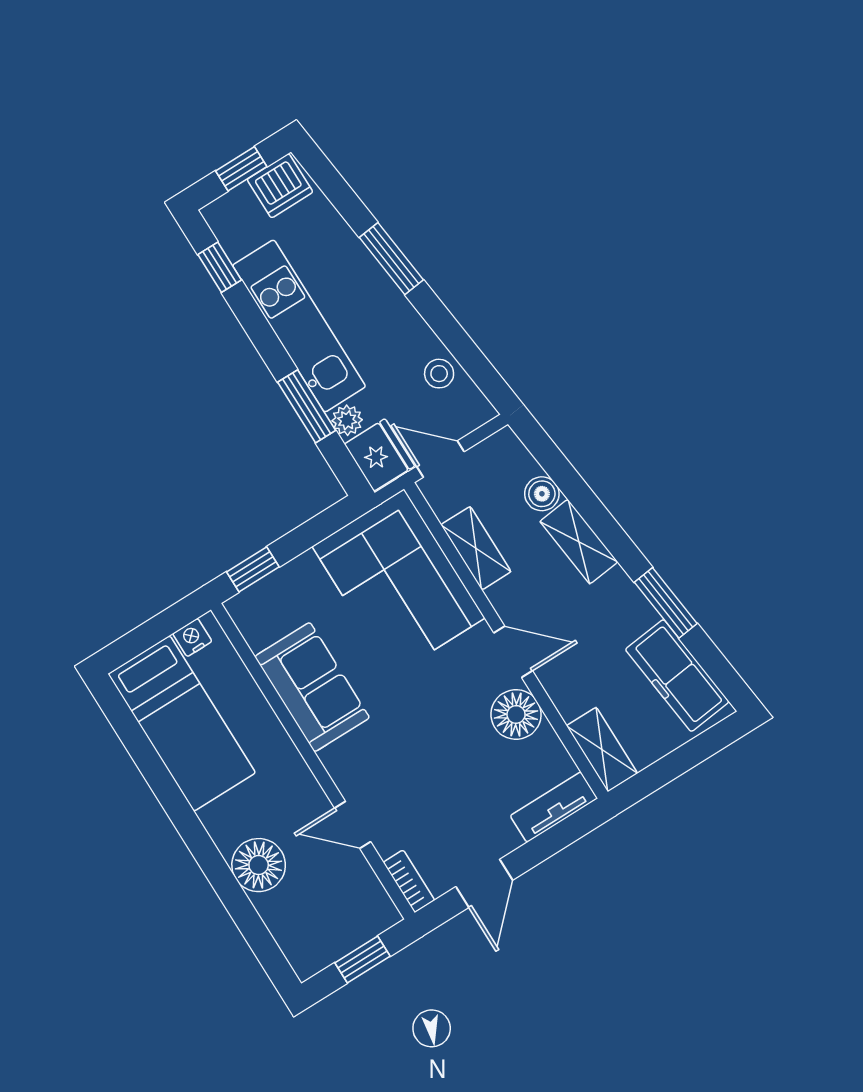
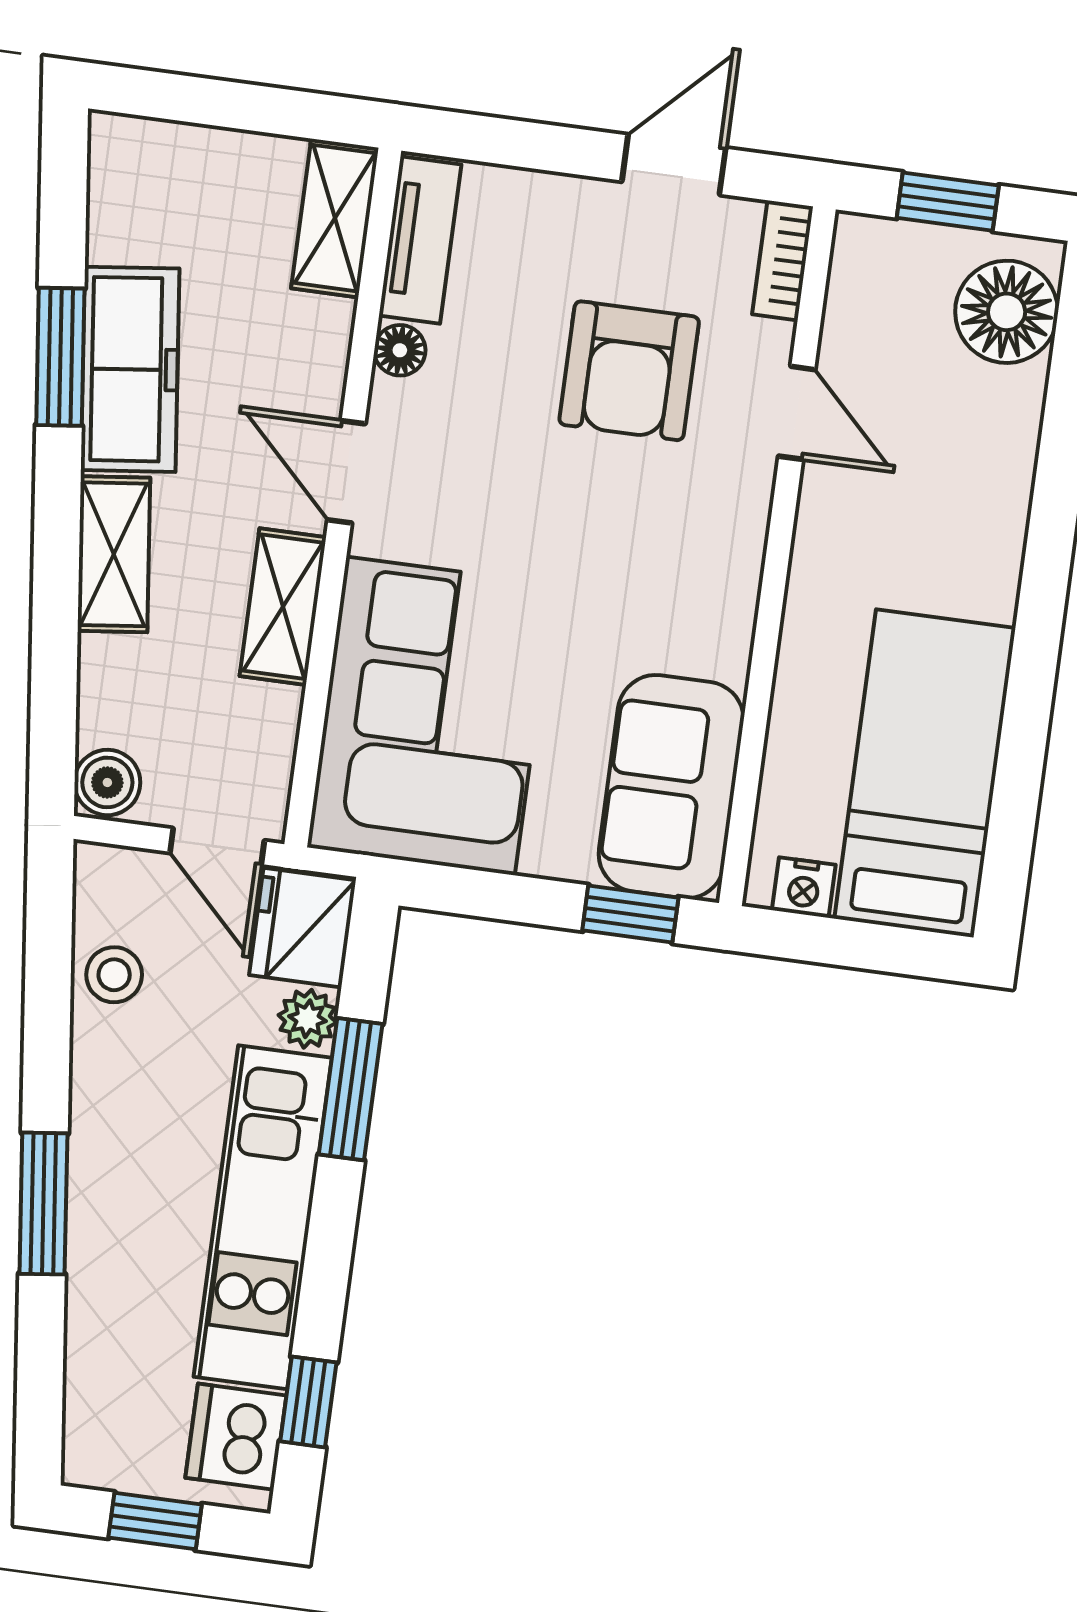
dishwasher: (280, 186) -> (236, 1437), moved, turned -90
boiler: (542, 494) -> (107, 782), moved
shelving: (476, 548) -> (283, 607), moved
freezer: (677, 676) -> (130, 369), moved
sofa: (312, 687) -> (671, 787), moved
floor lamp: (516, 714) -> (400, 350), width x0.53, depth x0.53
armchair: (434, 786) -> (629, 371), added
tv unit: (554, 807) -> (420, 240), moved, turned -90
floor lamp: (259, 865) -> (1007, 312), moved

